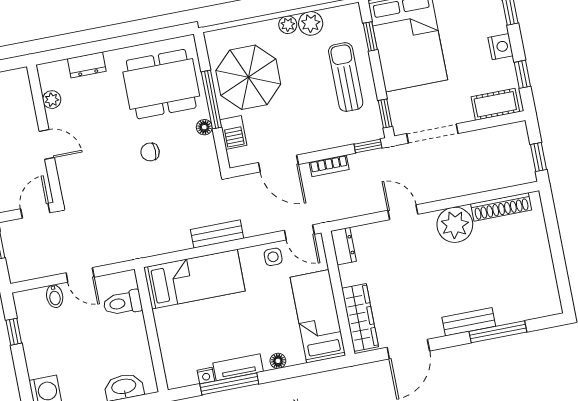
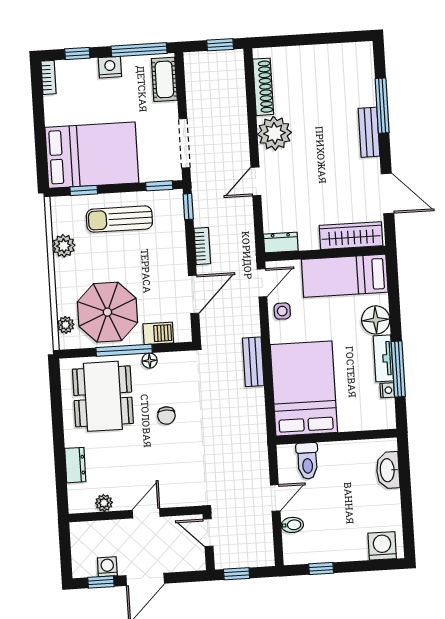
plant: (288, 25) -> (66, 325), moved
window: (522, 74) -> (139, 50), width x2.17
bed: (194, 279) -> (304, 388), width x1.50
floor lamp: (278, 361) -> (376, 320), width x1.89, depth x1.89

